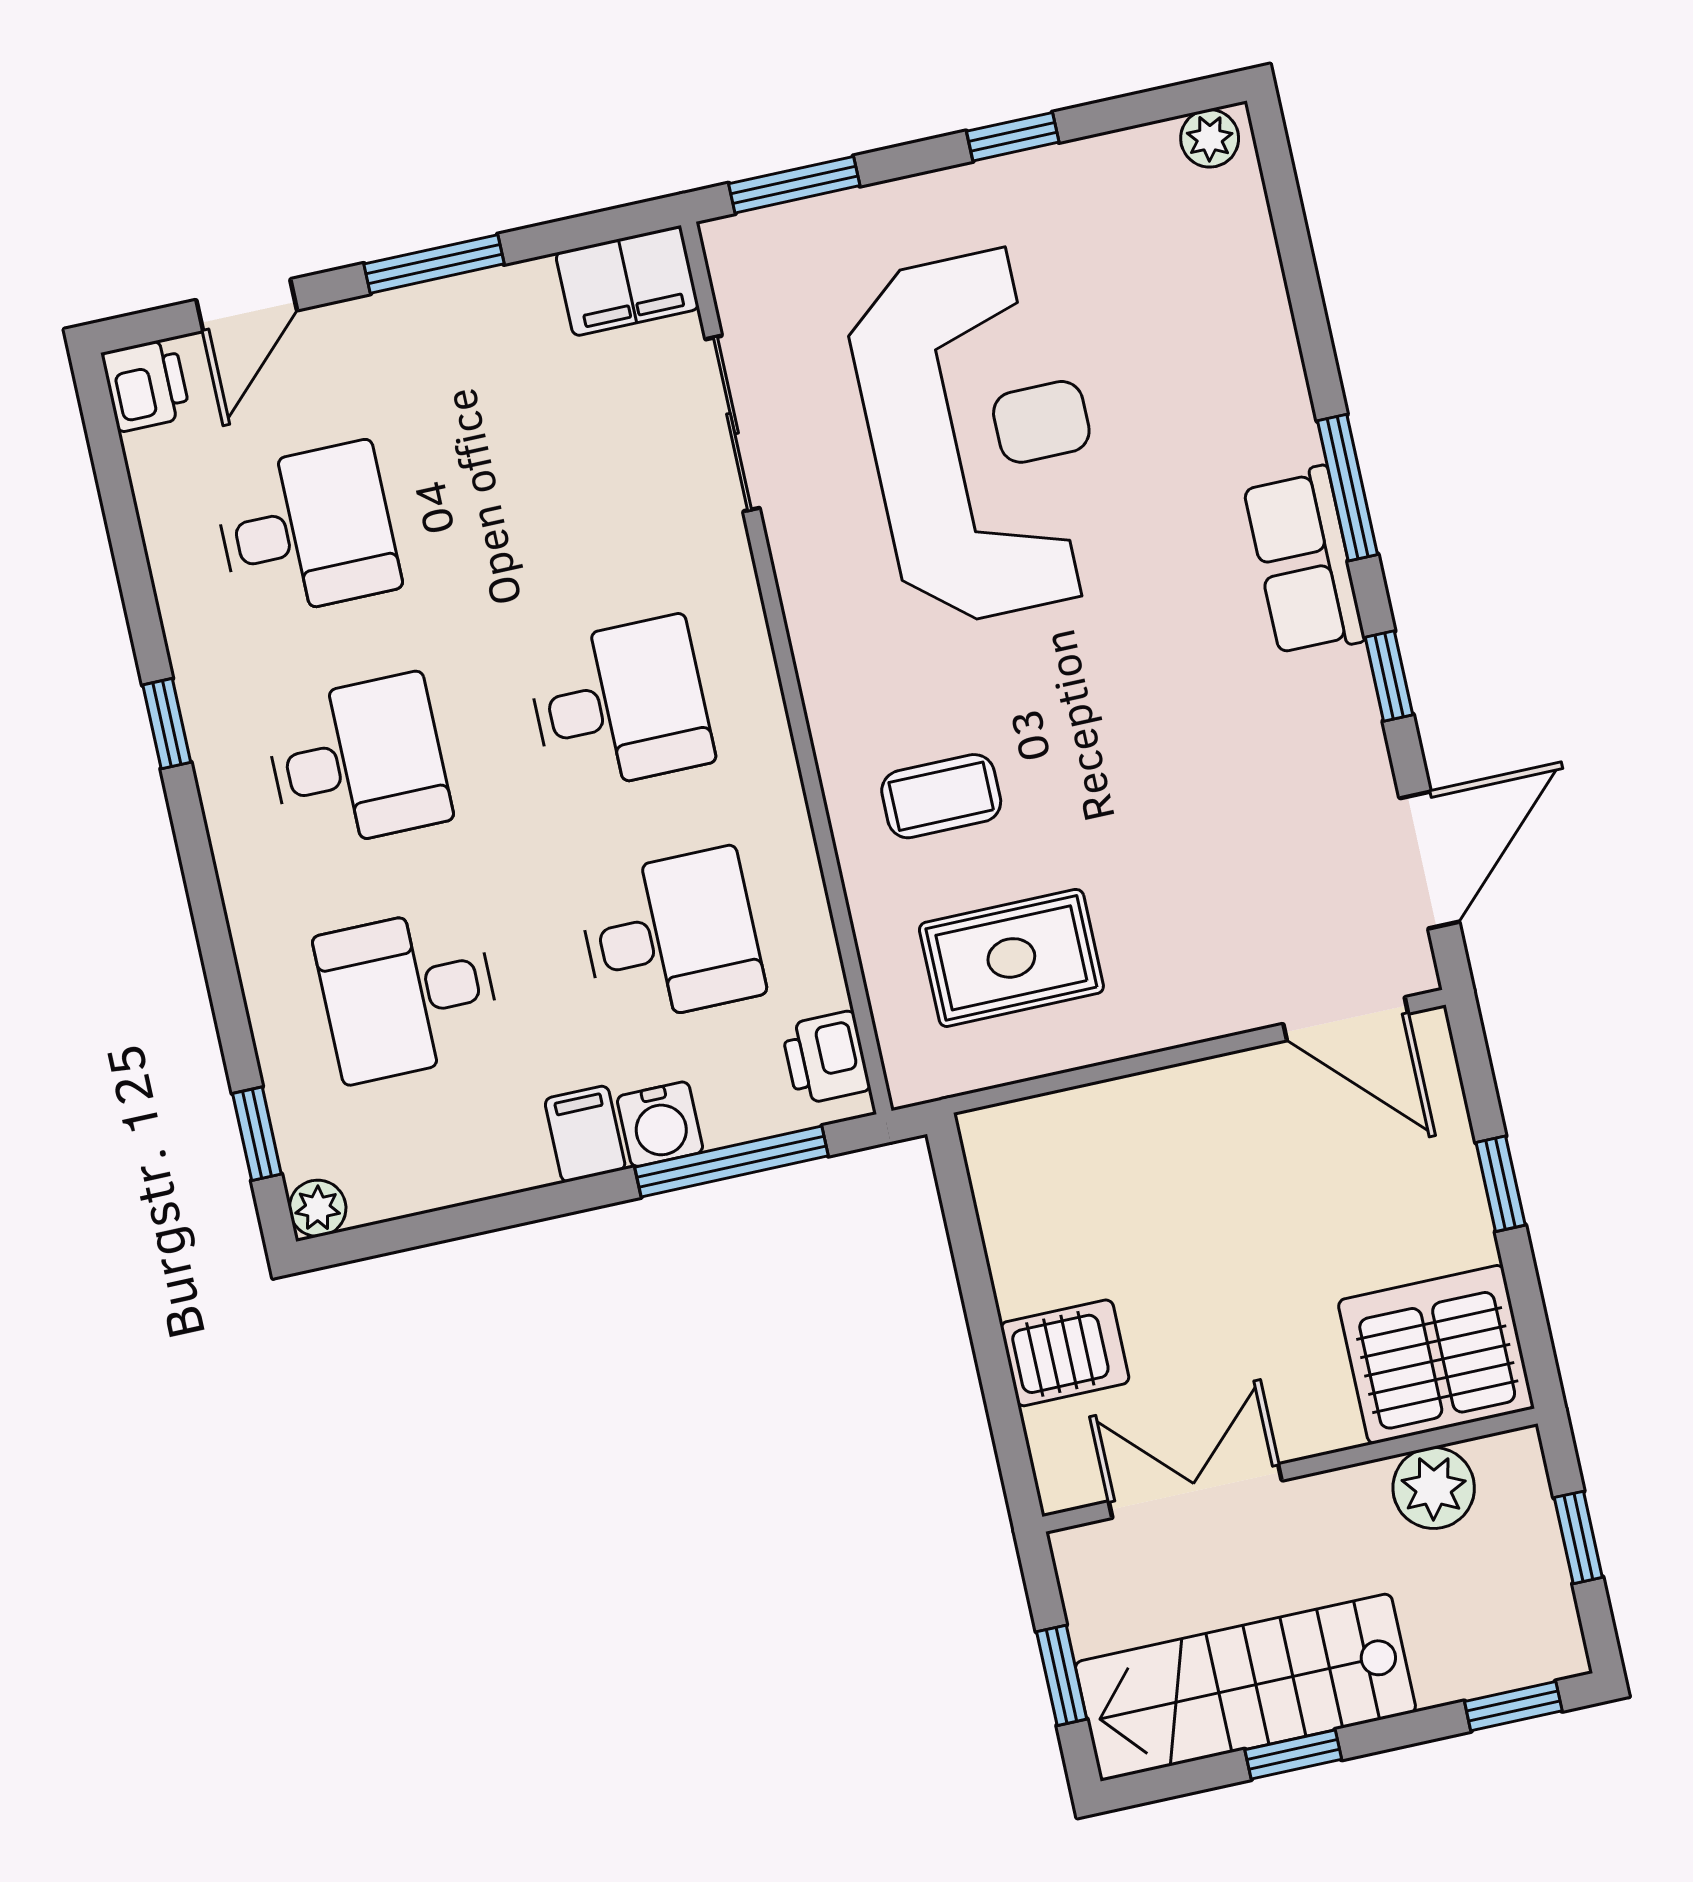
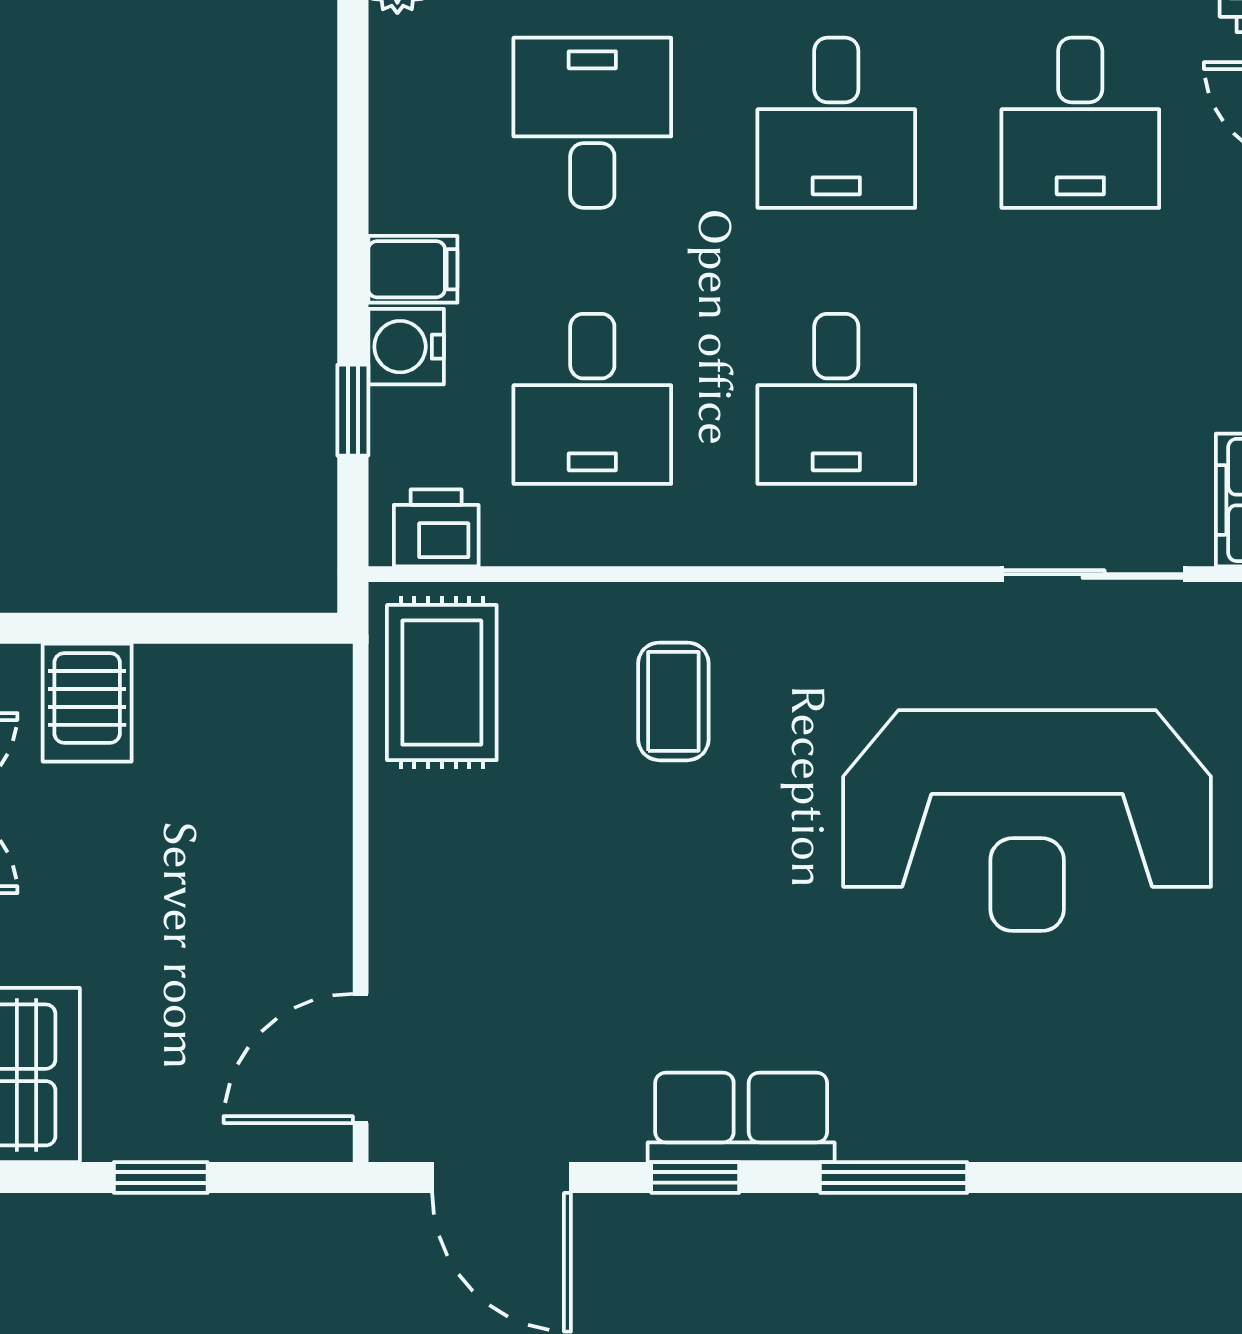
row of seats: (1304, 562) -> (741, 1117), moved
rug: (1011, 958) -> (442, 683), moved
window: (732, 1162) -> (353, 410), width x0.46

